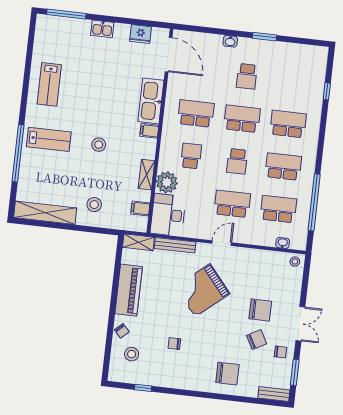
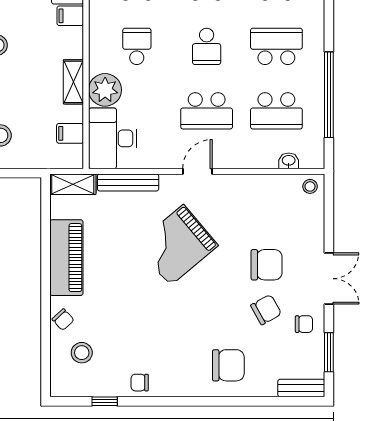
school desk: (232, 204) -> (207, 111), turned 180
school desk: (278, 209) -> (276, 111), turned 180
chair: (174, 344) -> (140, 383), moved

